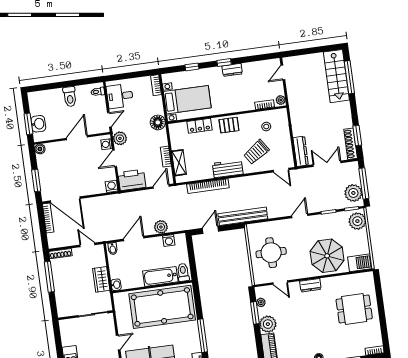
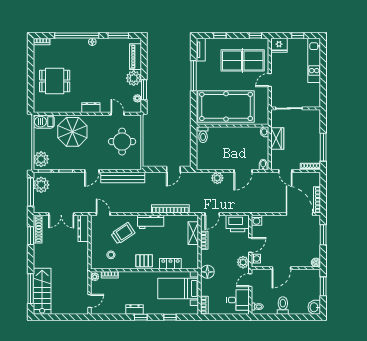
washbasin: (38, 124) -> (314, 307), moved
bench: (243, 216) -> (123, 177), moved
washing machine: (169, 240) -> (212, 165), removed
bathtub: (160, 276) -> (224, 134), removed

